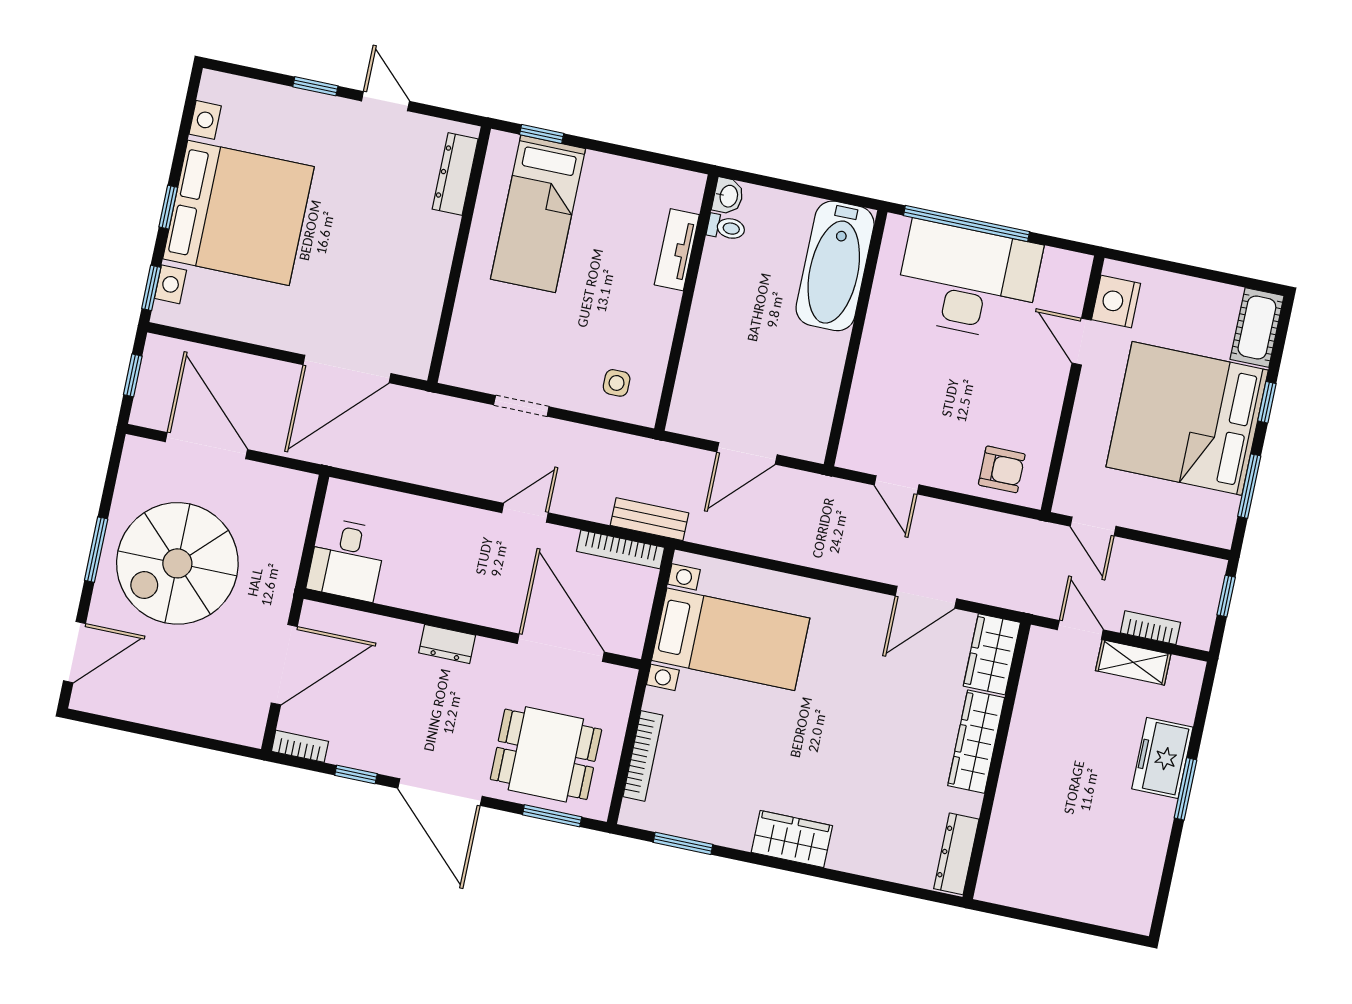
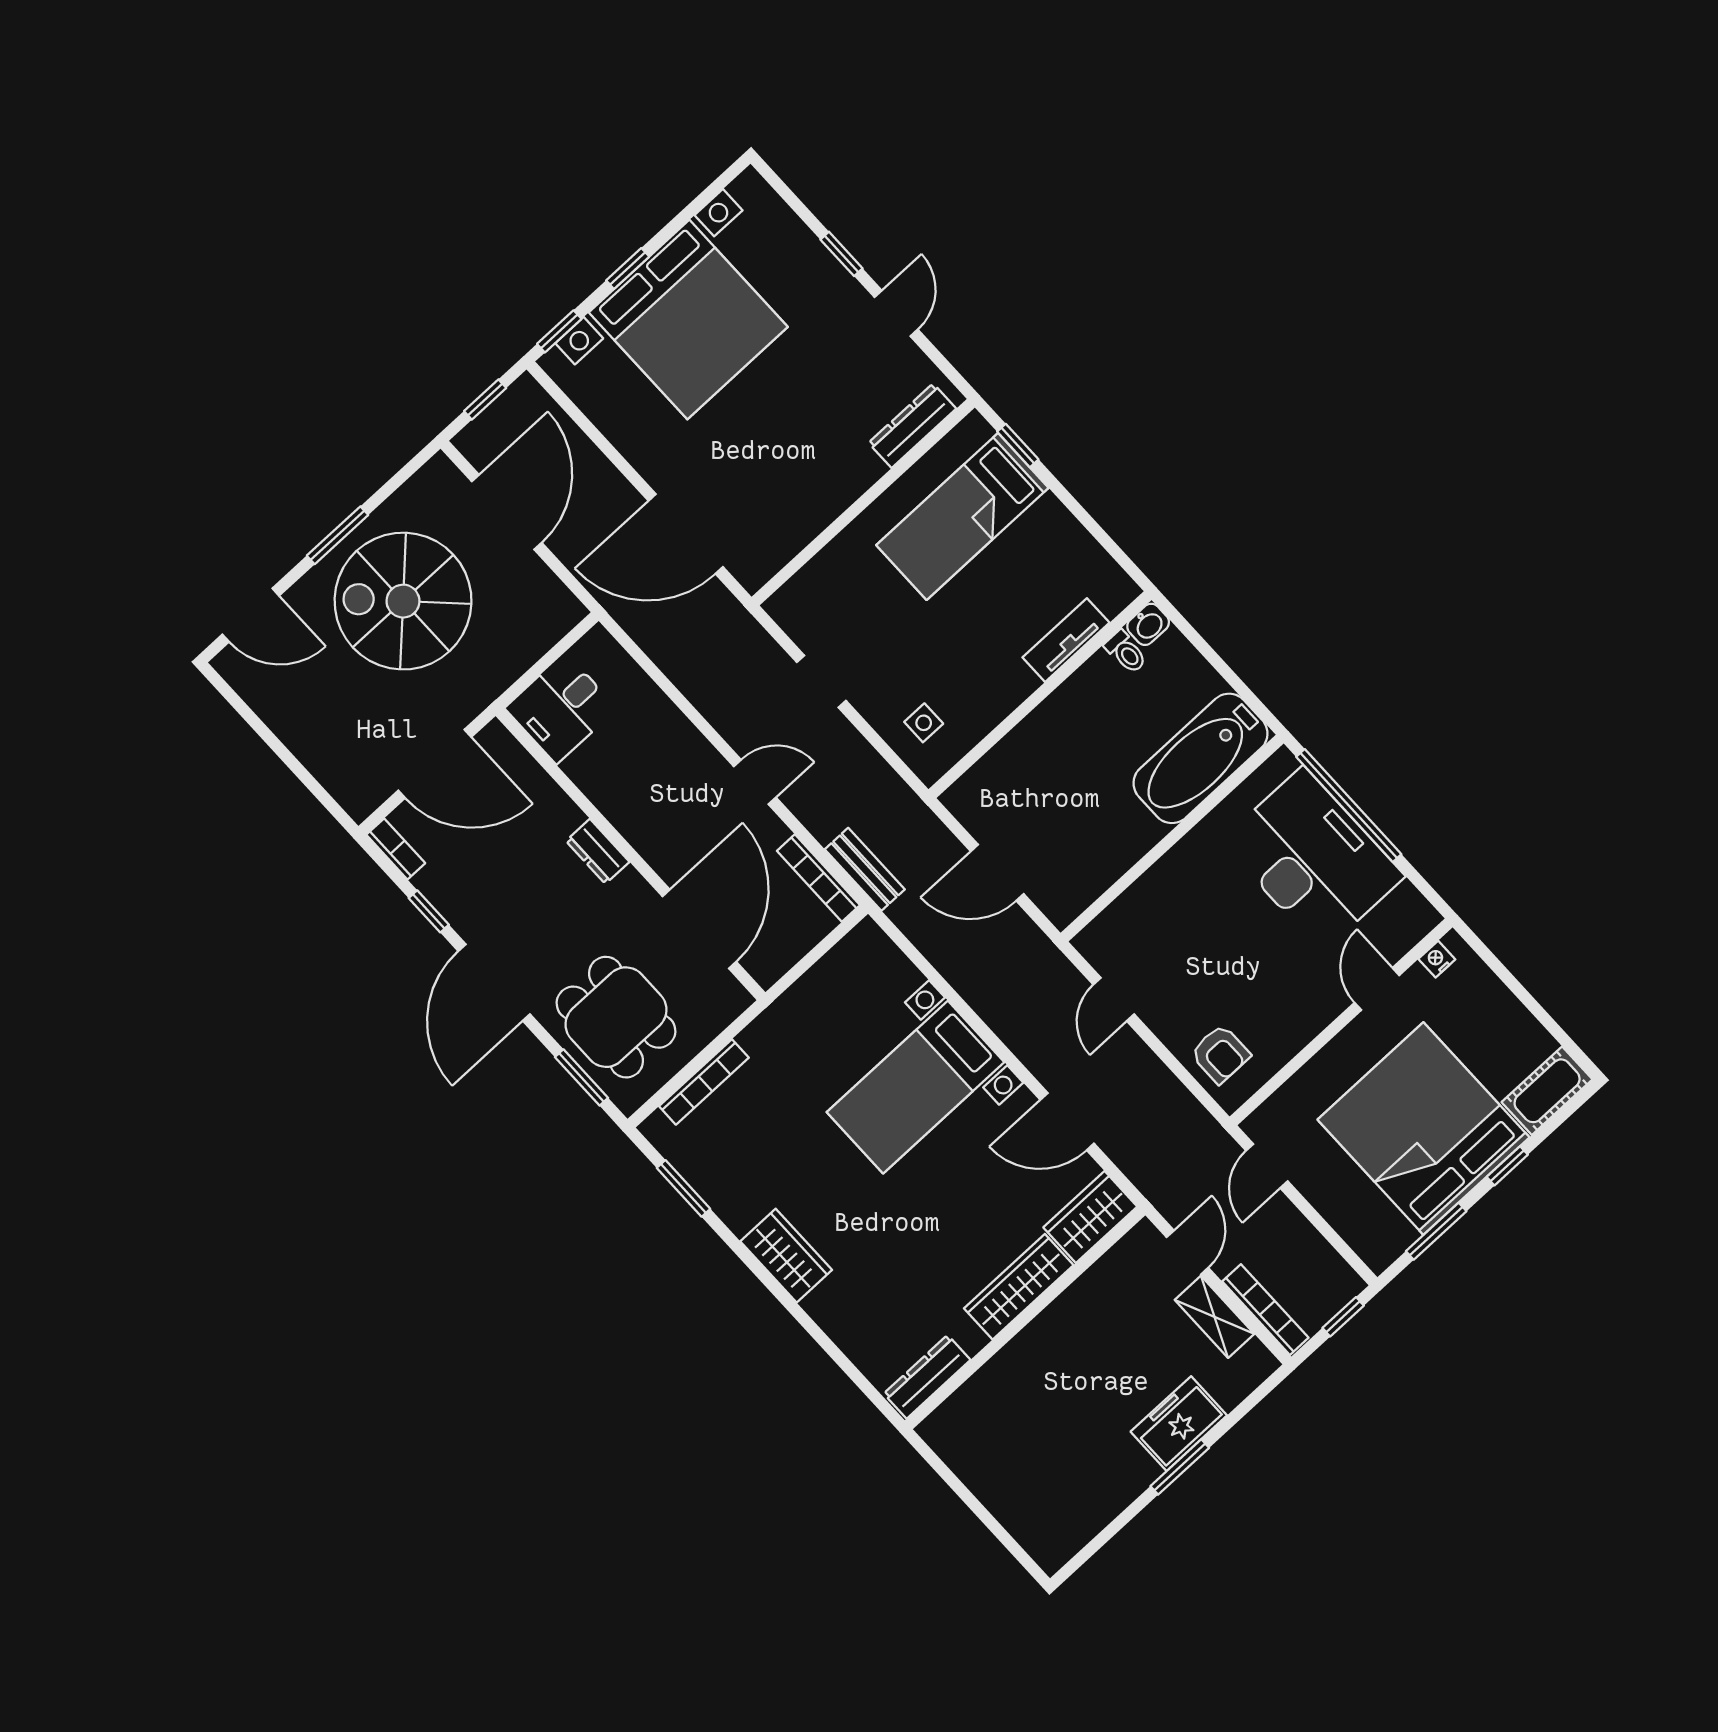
nightstand: (1116, 301) -> (1437, 959), width x0.53, depth x0.56
bookcase: (1150, 628) -> (1265, 1310), width x1.56
bed with nightstands: (731, 639) -> (916, 1087), moved, turned 90

